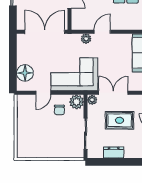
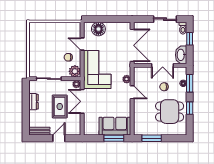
double door: (113, 93) -> (82, 101), swing flipped

